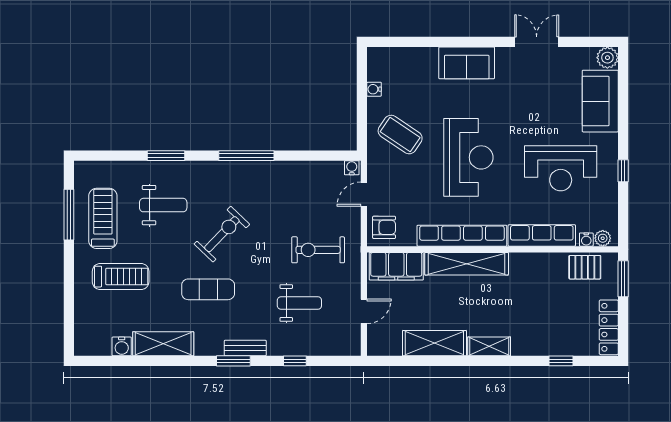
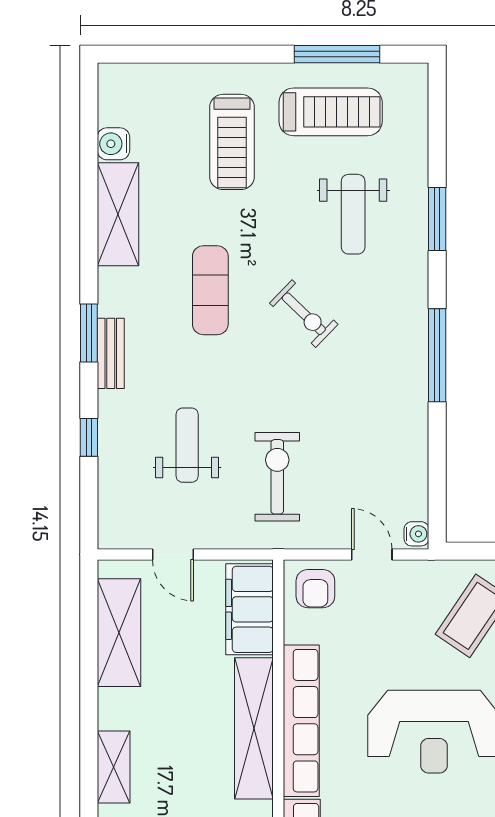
exercise bike: (222, 234) -> (304, 314), width x0.73, depth x0.72
weight bench: (299, 303) -> (187, 445), turned 180
shelving: (434, 343) -> (119, 633), moved

